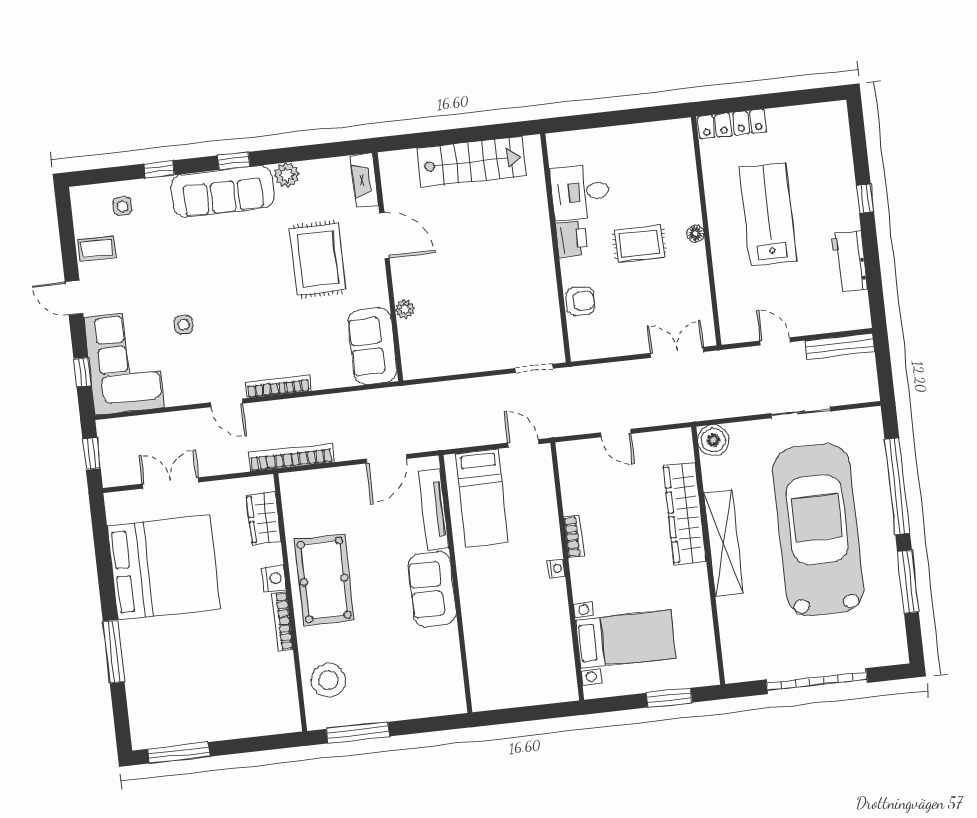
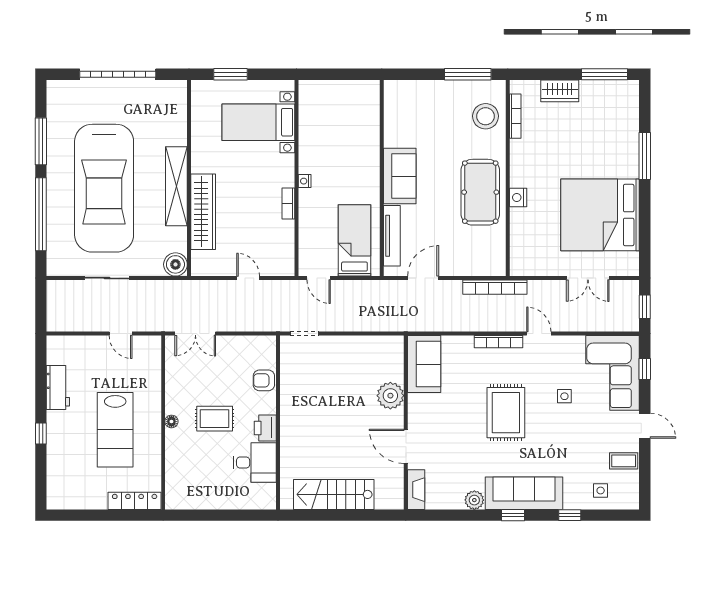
rug: (318, 259) -> (506, 413), moved
plant: (405, 309) -> (390, 396), width x1.87, depth x1.87
bench: (840, 346) -> (72, 324), removed
wardrobe: (264, 518) -> (560, 91), moved, turned 90
bookcase: (282, 621) -> (515, 116), moved

